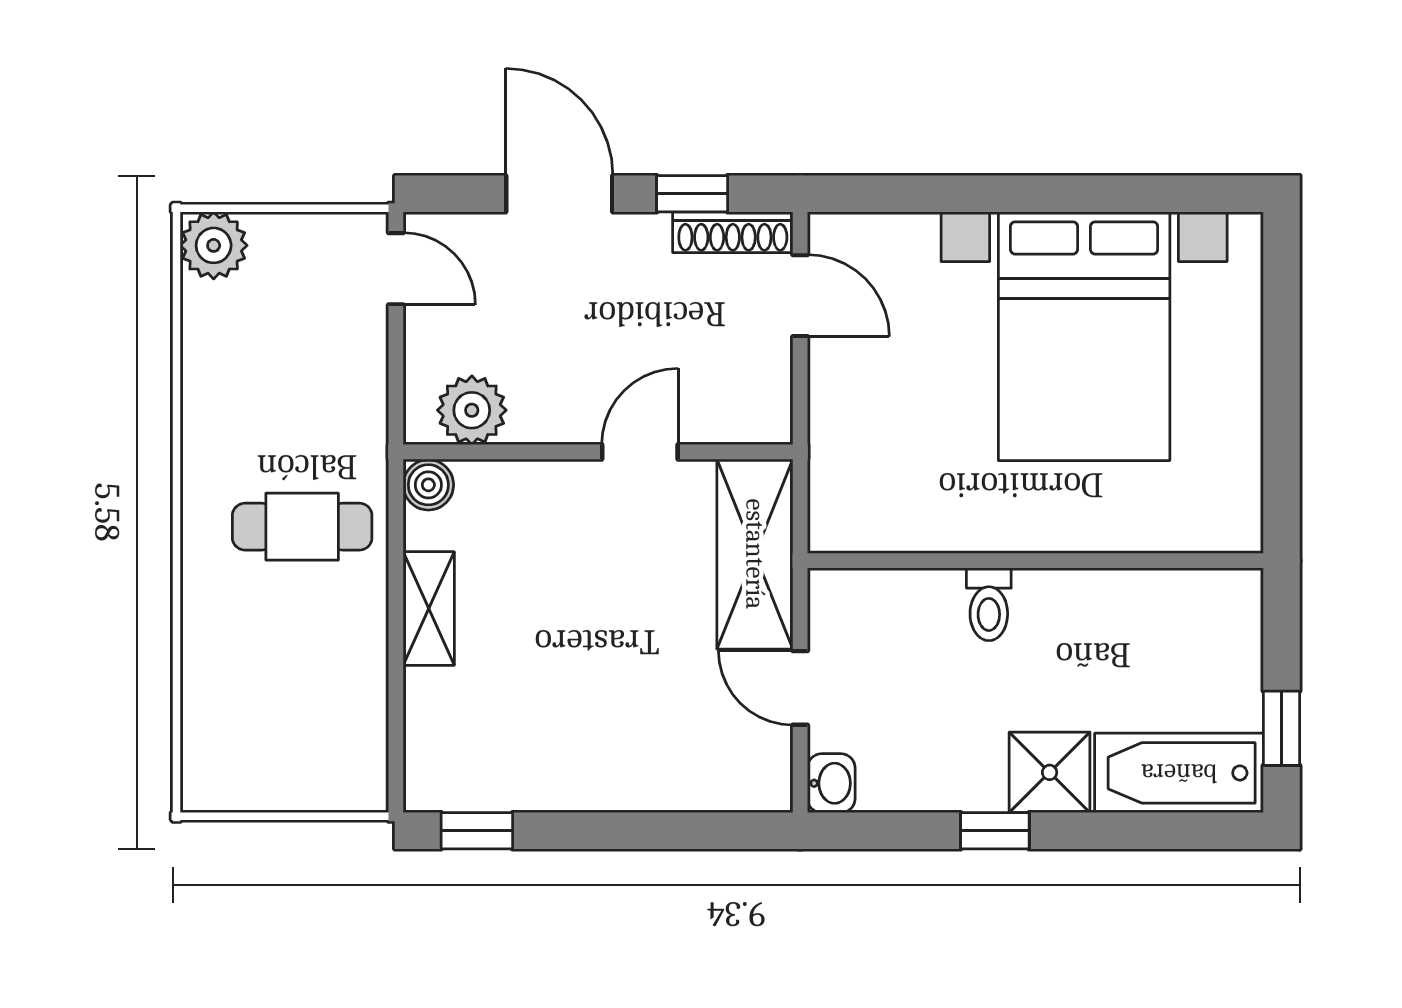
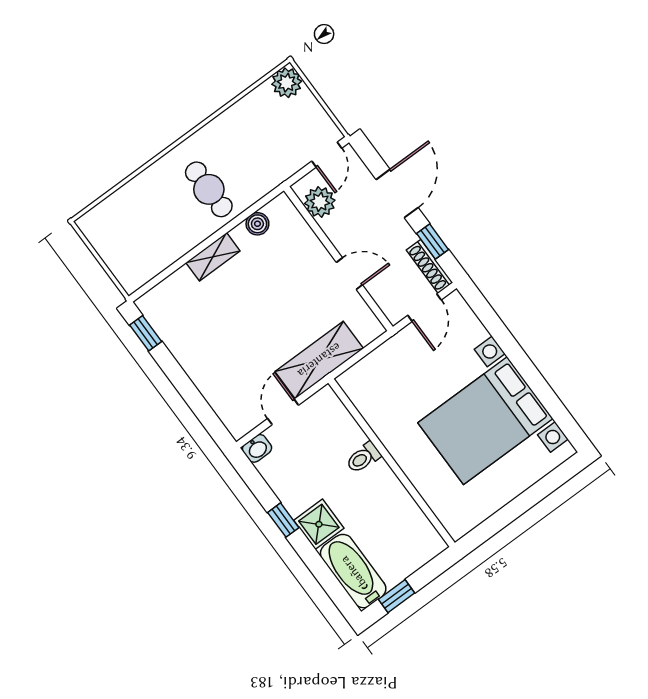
plant: (472, 410) -> (320, 202), moved
wall: (598, 452) -> (338, 259), moved
door: (640, 452) -> (349, 274), moved

